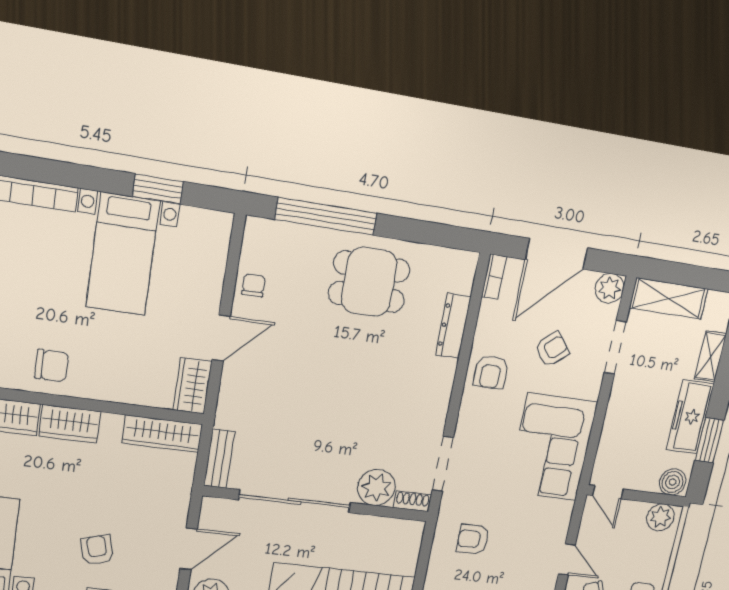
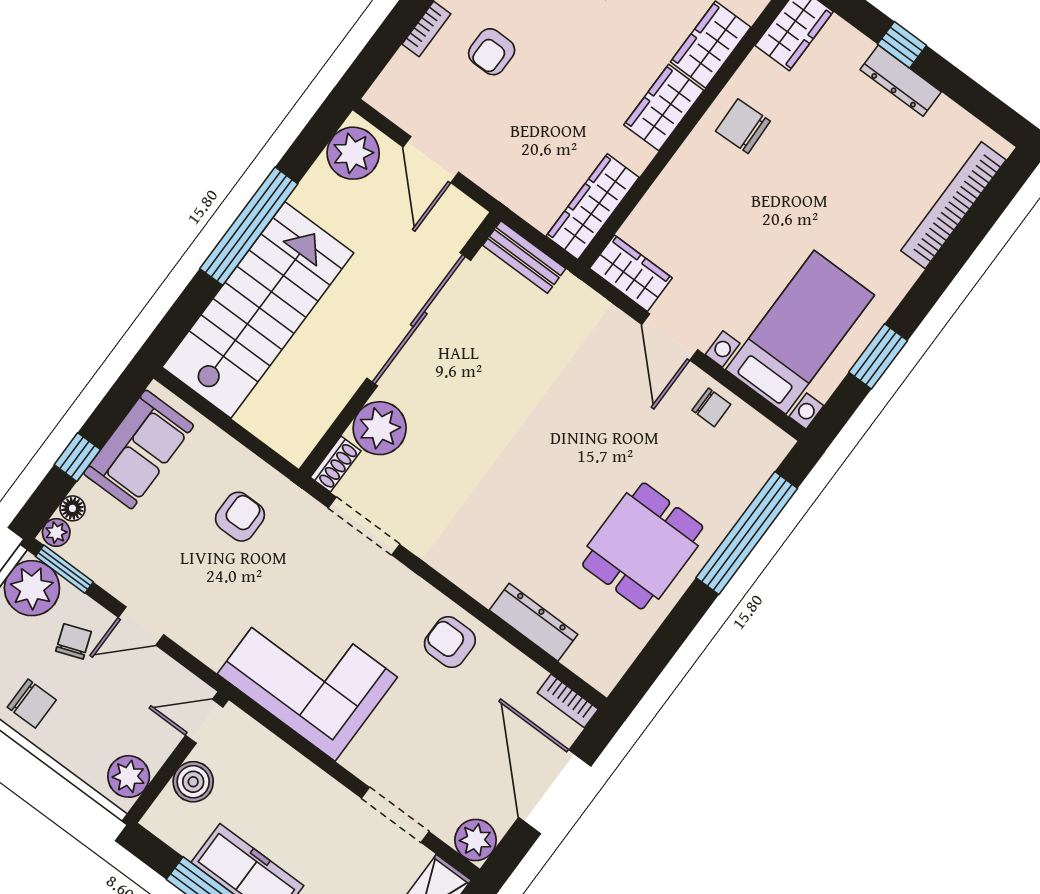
bed with nightstands: (123, 254) -> (800, 332), moved, turned 90
armchair: (552, 349) -> (437, 733), removed
chair: (52, 366) -> (743, 126), turned 88
boiler: (673, 482) -> (193, 782), moved
armchair: (97, 550) -> (492, 52), turned 105

